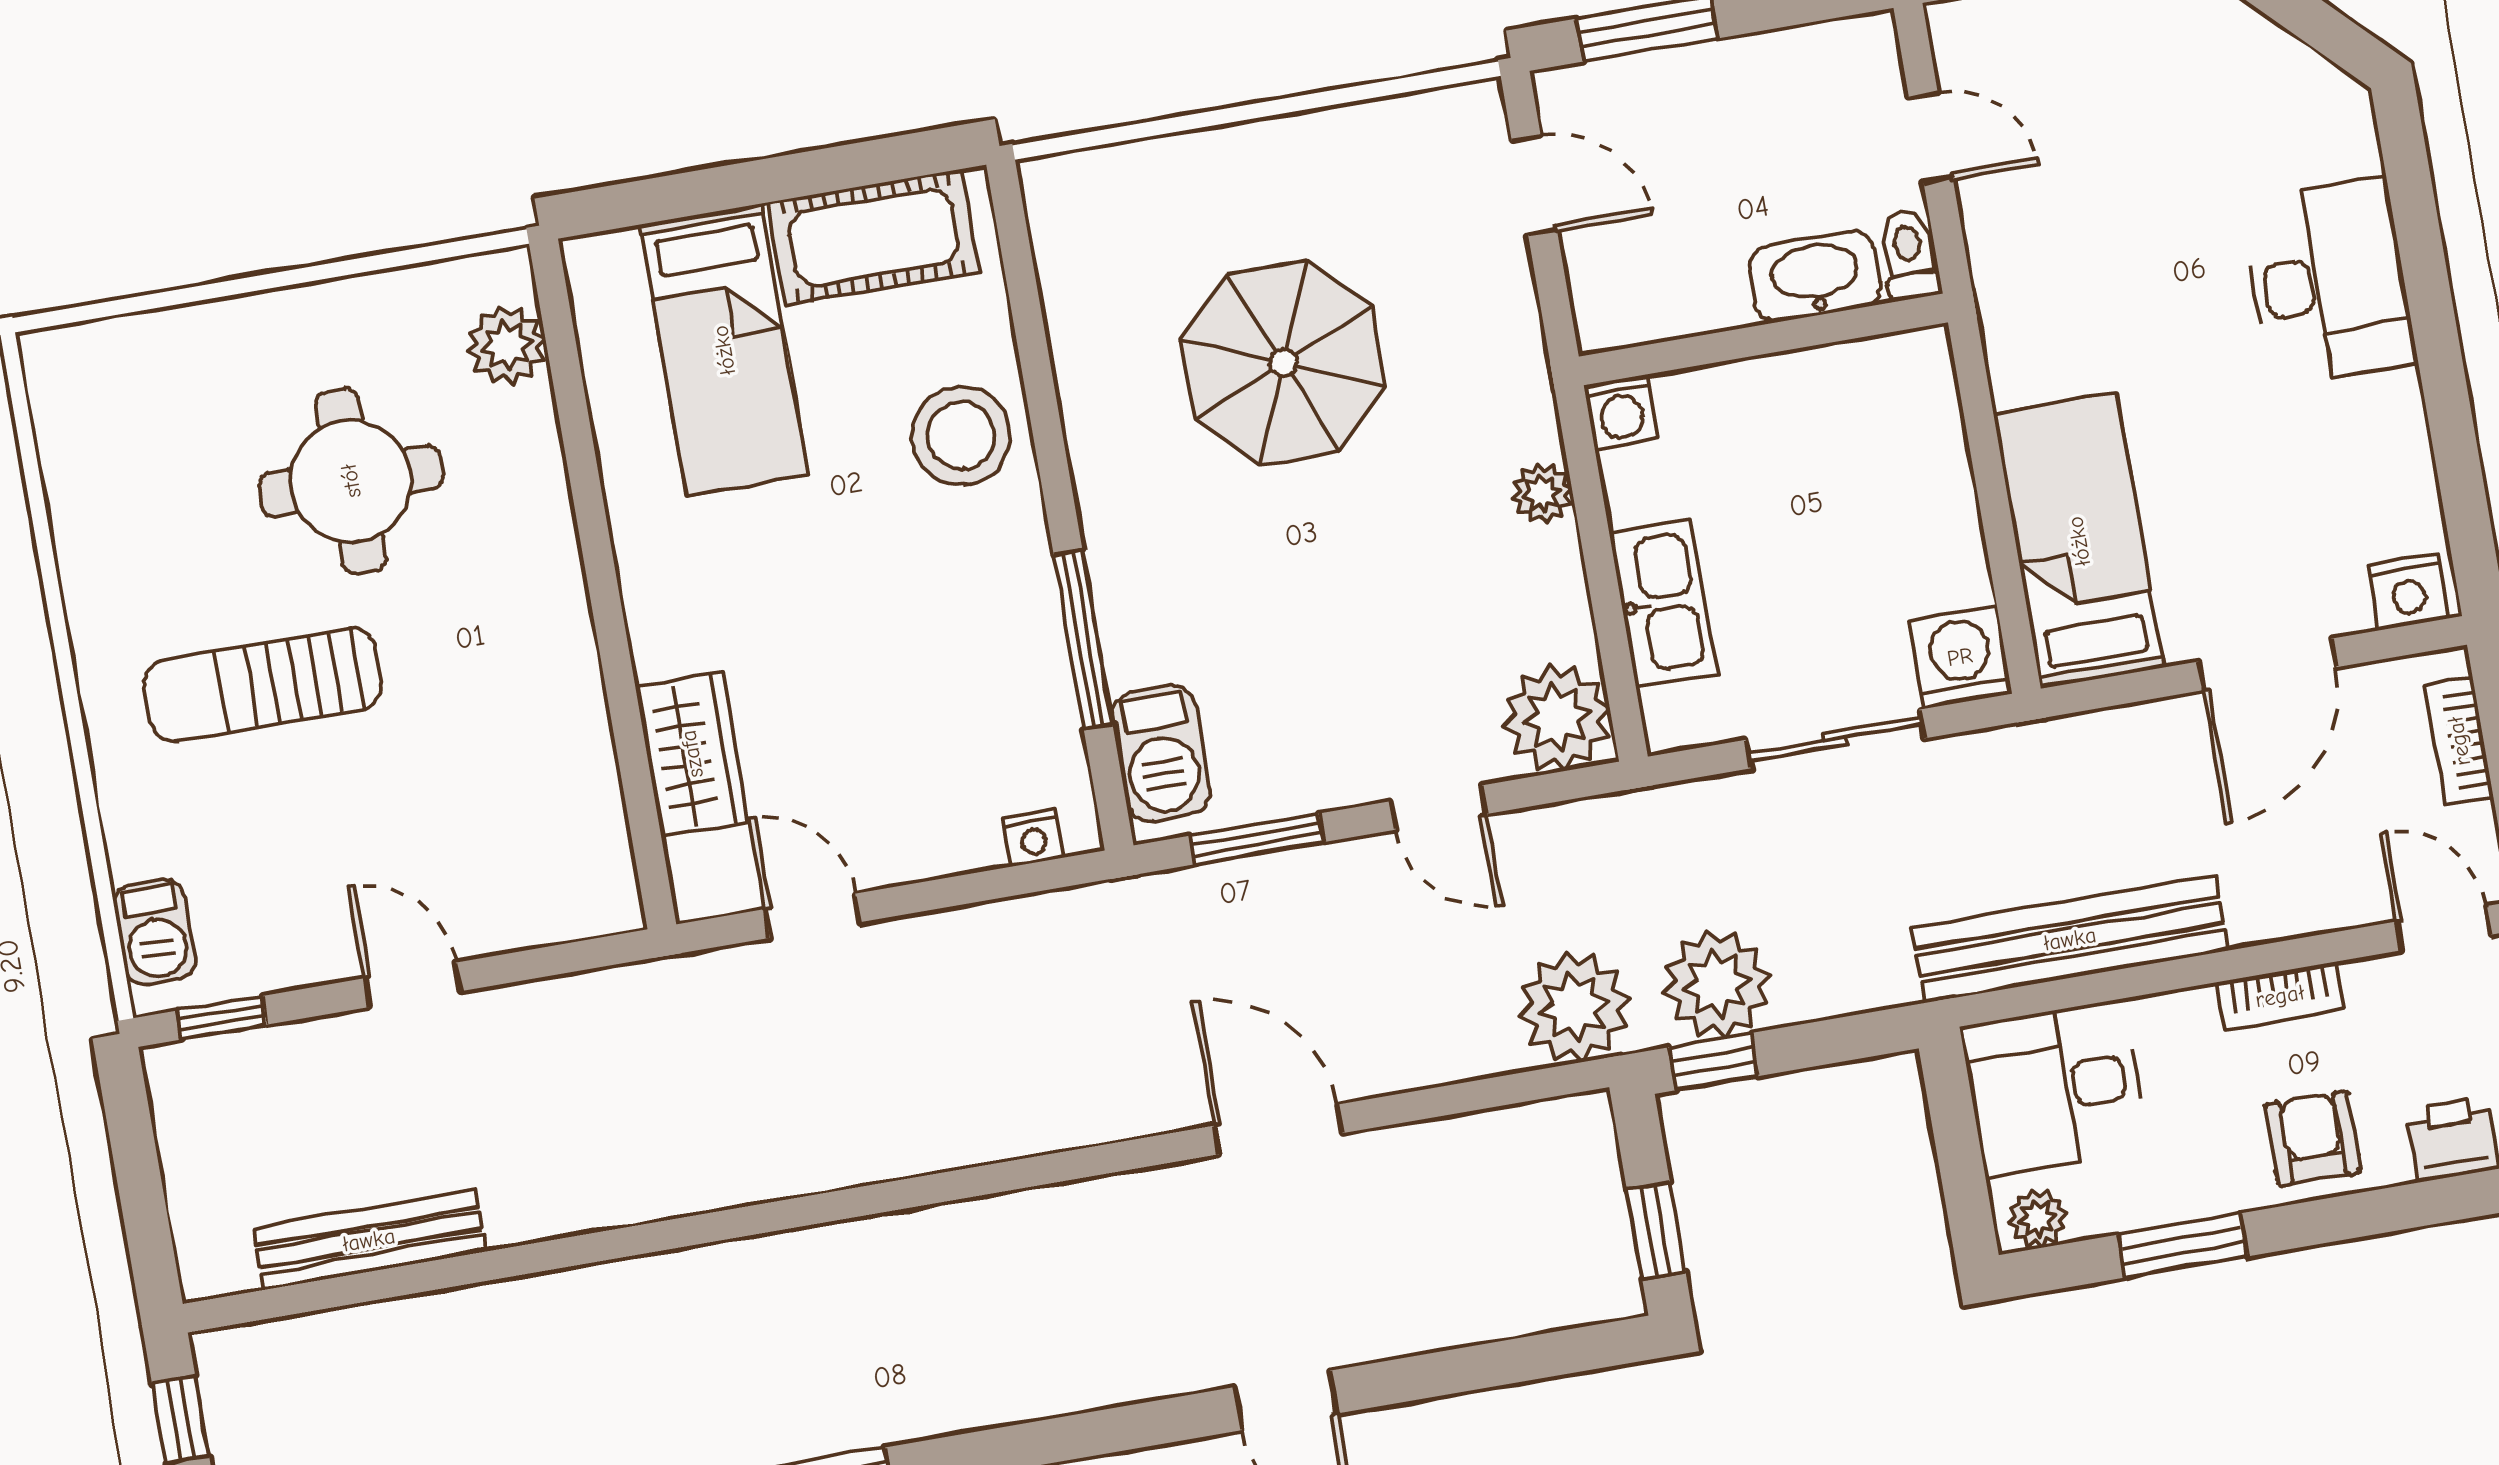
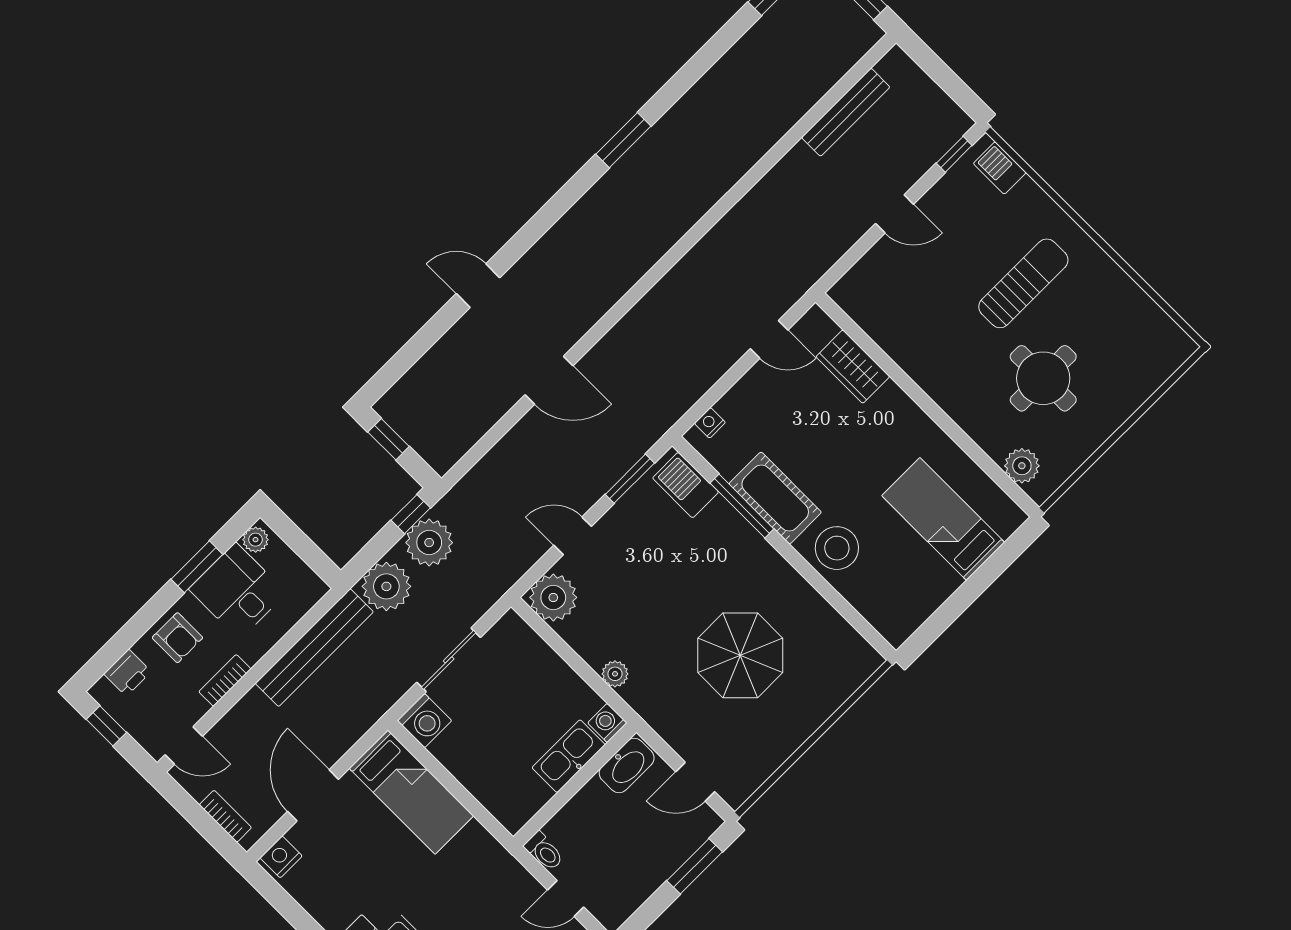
cot: (873, 237) -> (775, 498), moved, turned 90
washbasin: (1815, 276) -> (627, 765), moved
kitchen sink: (1663, 603) -> (569, 756), moved, turned 90
plant: (1574, 1007) -> (386, 586), moved
desk: (2054, 1088) -> (238, 591), moved, turned -90

